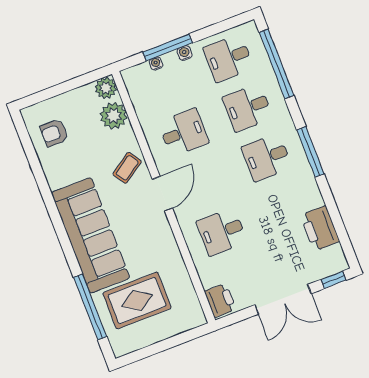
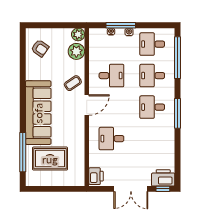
armchair: (54, 133) -> (40, 48), turned -145
printer: (320, 228) -> (163, 178), moved, turned 90

